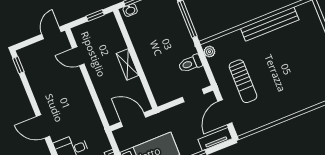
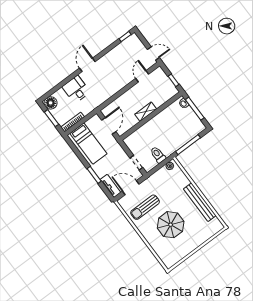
parasol: (289, 72) -> (171, 225), added
sun lounger: (243, 81) -> (145, 207), moved

